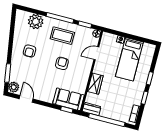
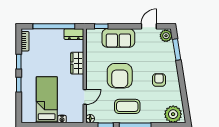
plant: (36, 22) -> (173, 114), moved
armchair: (62, 63) -> (120, 76), width x1.88, depth x1.88
door: (26, 99) -> (149, 26), swing flipped
sofa: (68, 99) -> (118, 38), moved

